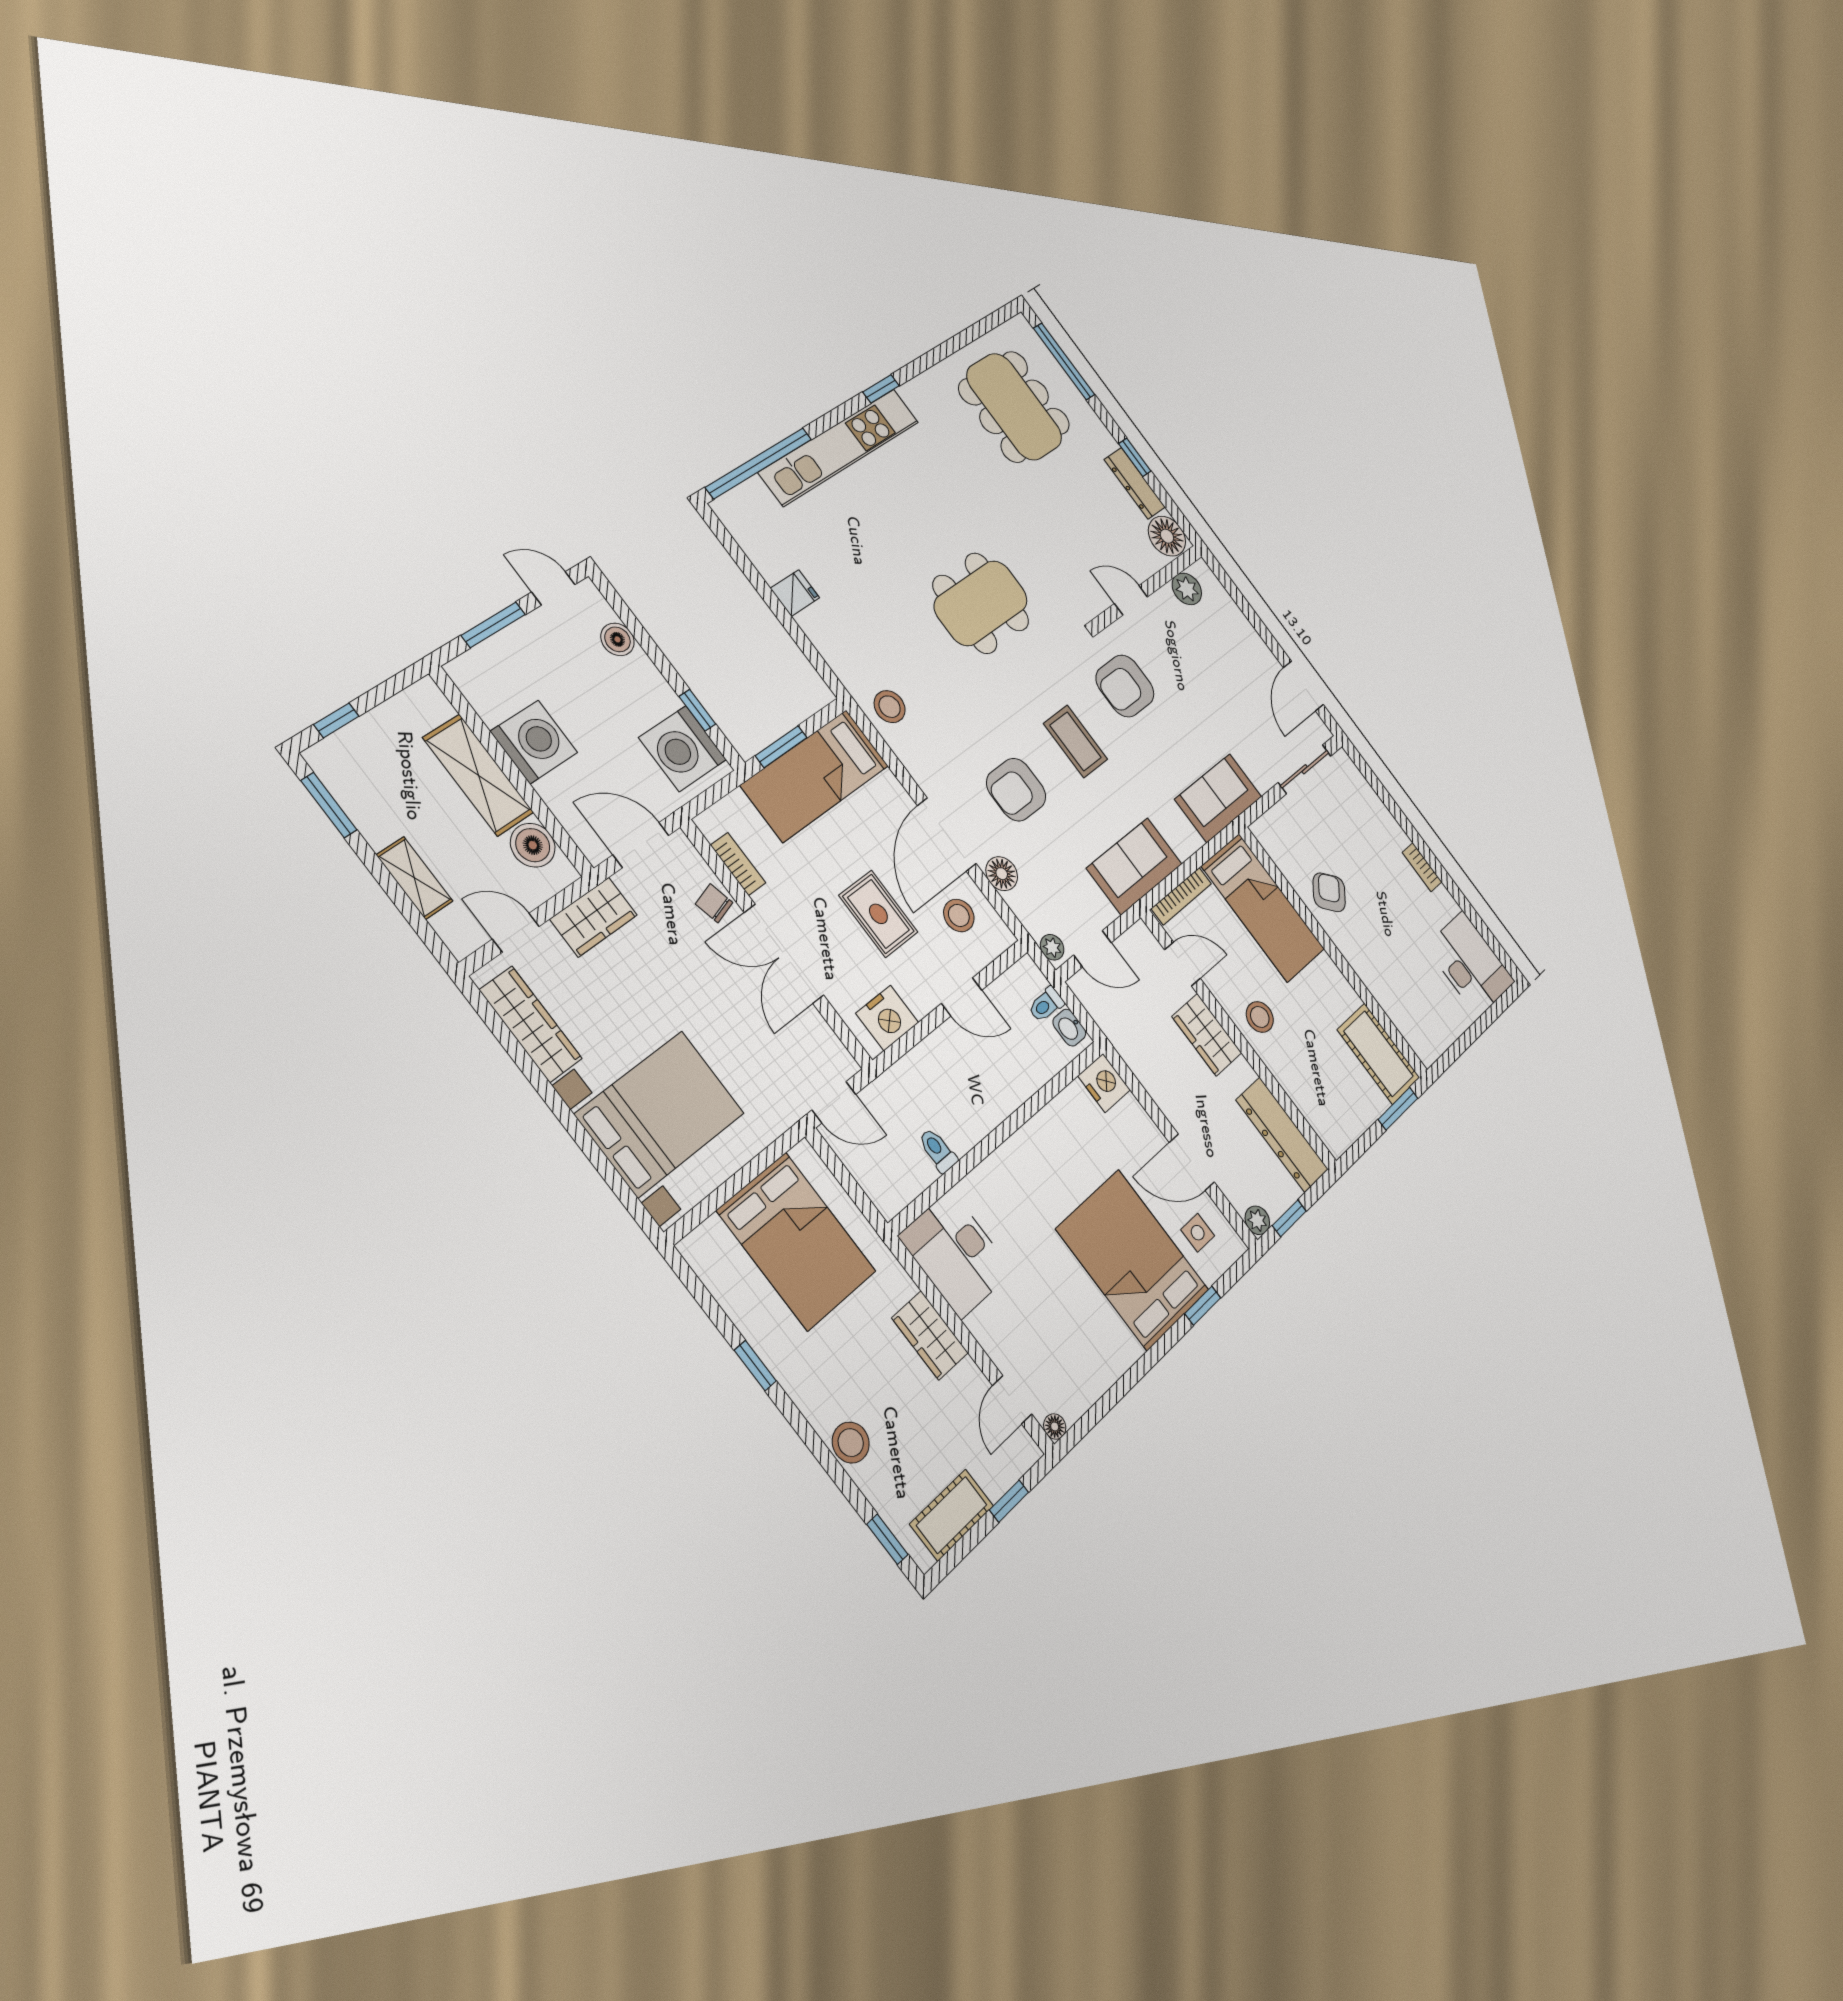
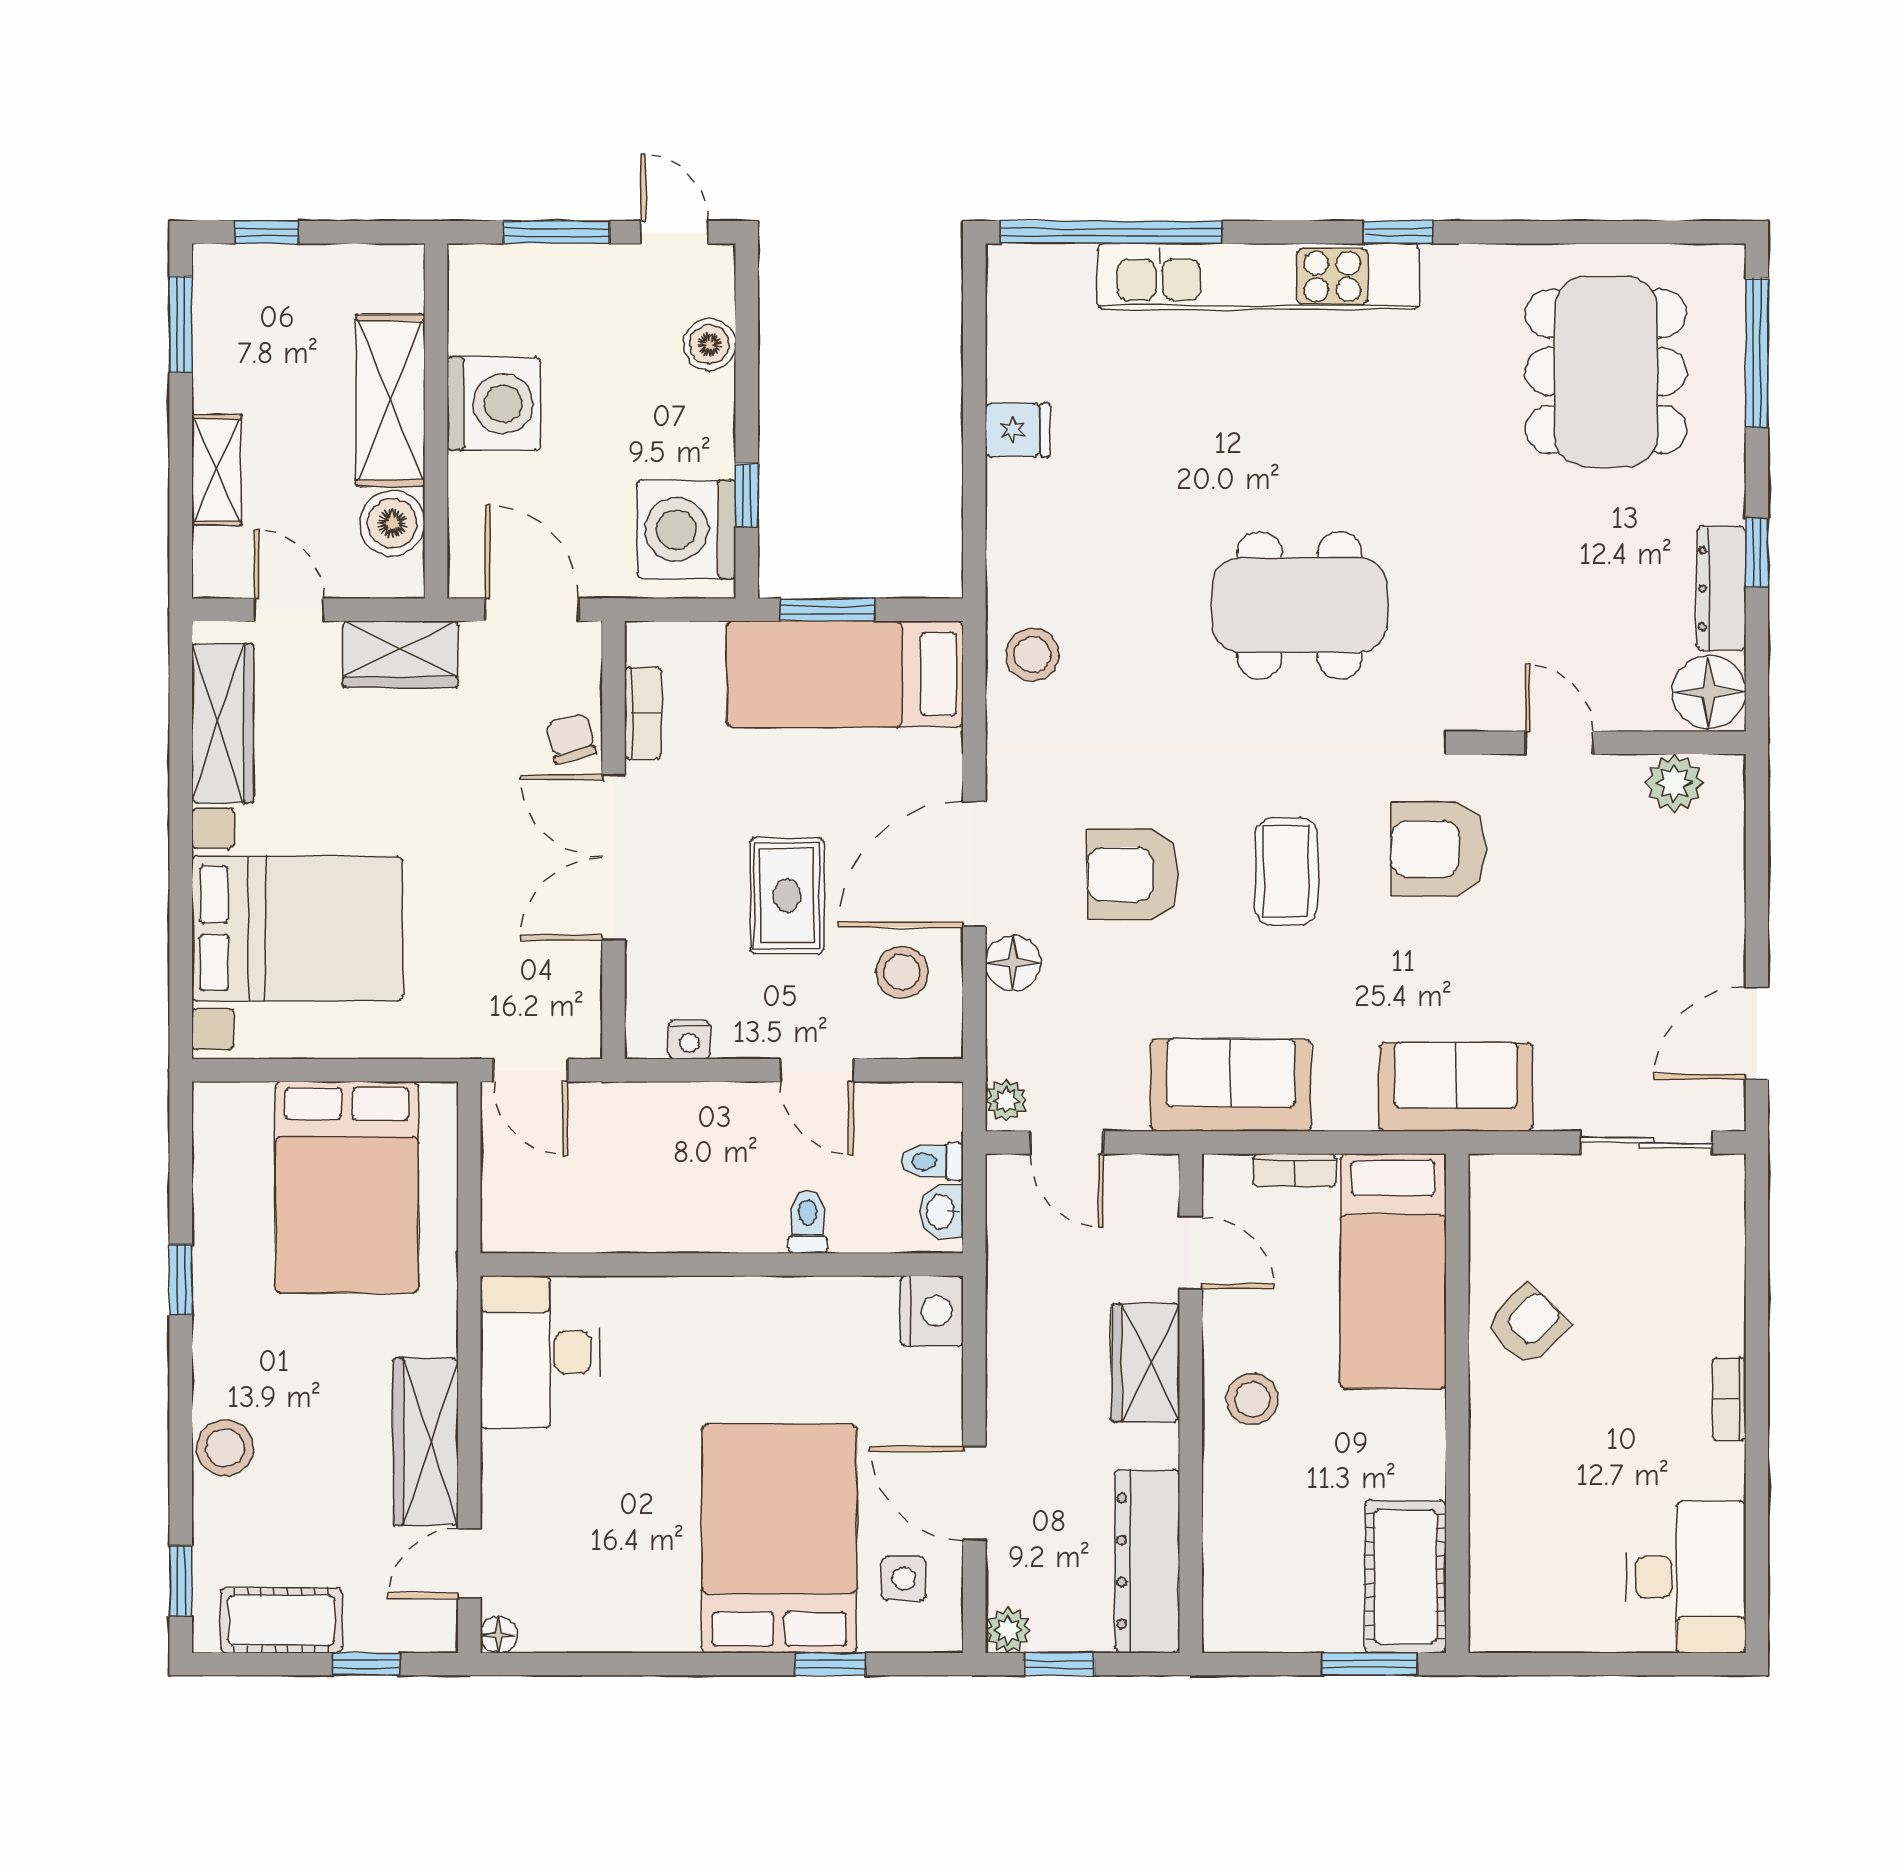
bookcase: (1181, 896) -> (1294, 1170), width x0.64
nightstand: (887, 1018) -> (689, 1040), width x0.53, depth x0.56
toilet: (938, 1150) -> (808, 1221), moved
wardrobe: (930, 1335) -> (426, 1442), width x1.50

